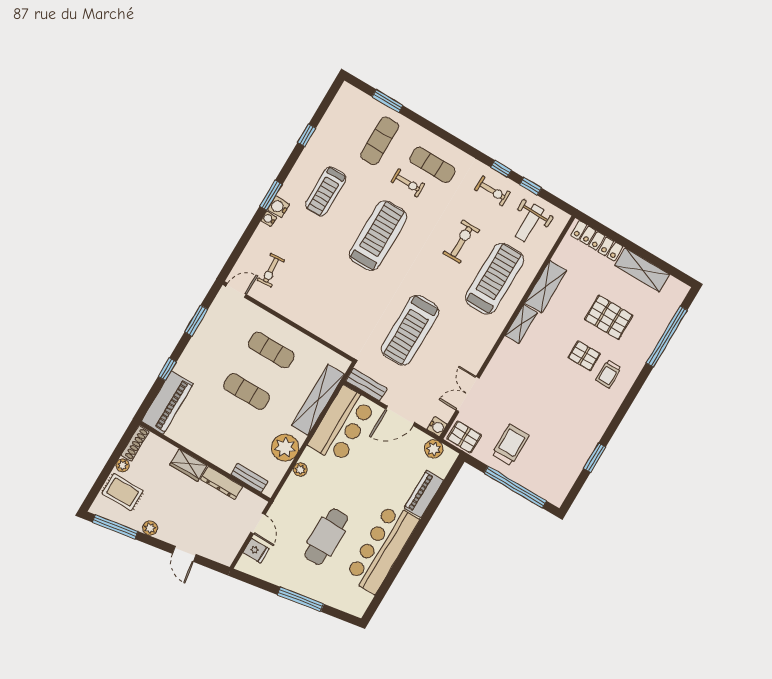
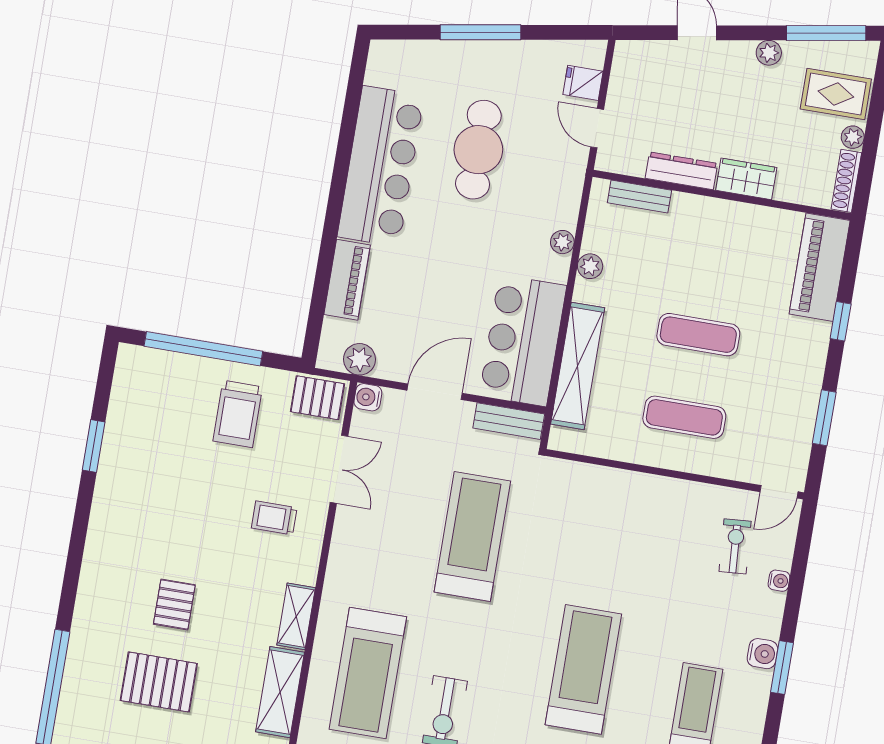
water cooler: (269, 219) -> (779, 581), moved
treadmill: (378, 236) -> (583, 669), turned 180
pallet: (584, 356) -> (174, 604), turned 90
trolley: (608, 374) -> (274, 518), moved, turned -90
plant: (285, 448) -> (590, 266), width x0.53, depth x0.53

